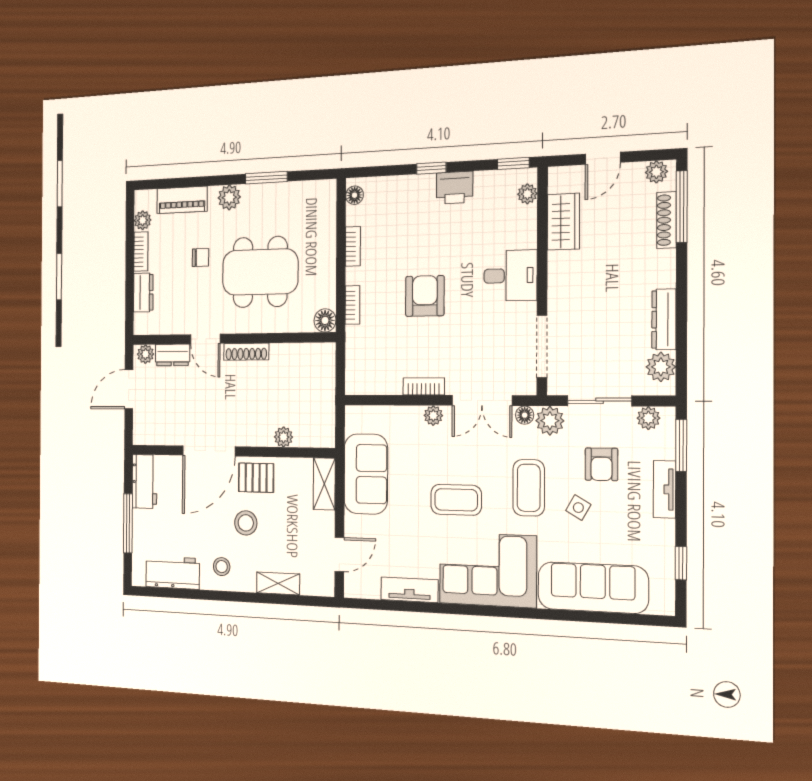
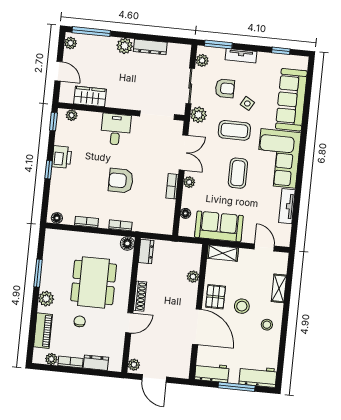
shoe rack: (666, 220) -> (97, 40), removed
dresser: (173, 355) -> (146, 251), moved
plant: (661, 367) -> (125, 46), moved
floor lamp: (525, 415) -> (185, 213), moved
workbench: (173, 573) -> (258, 376), moved, turned 90

